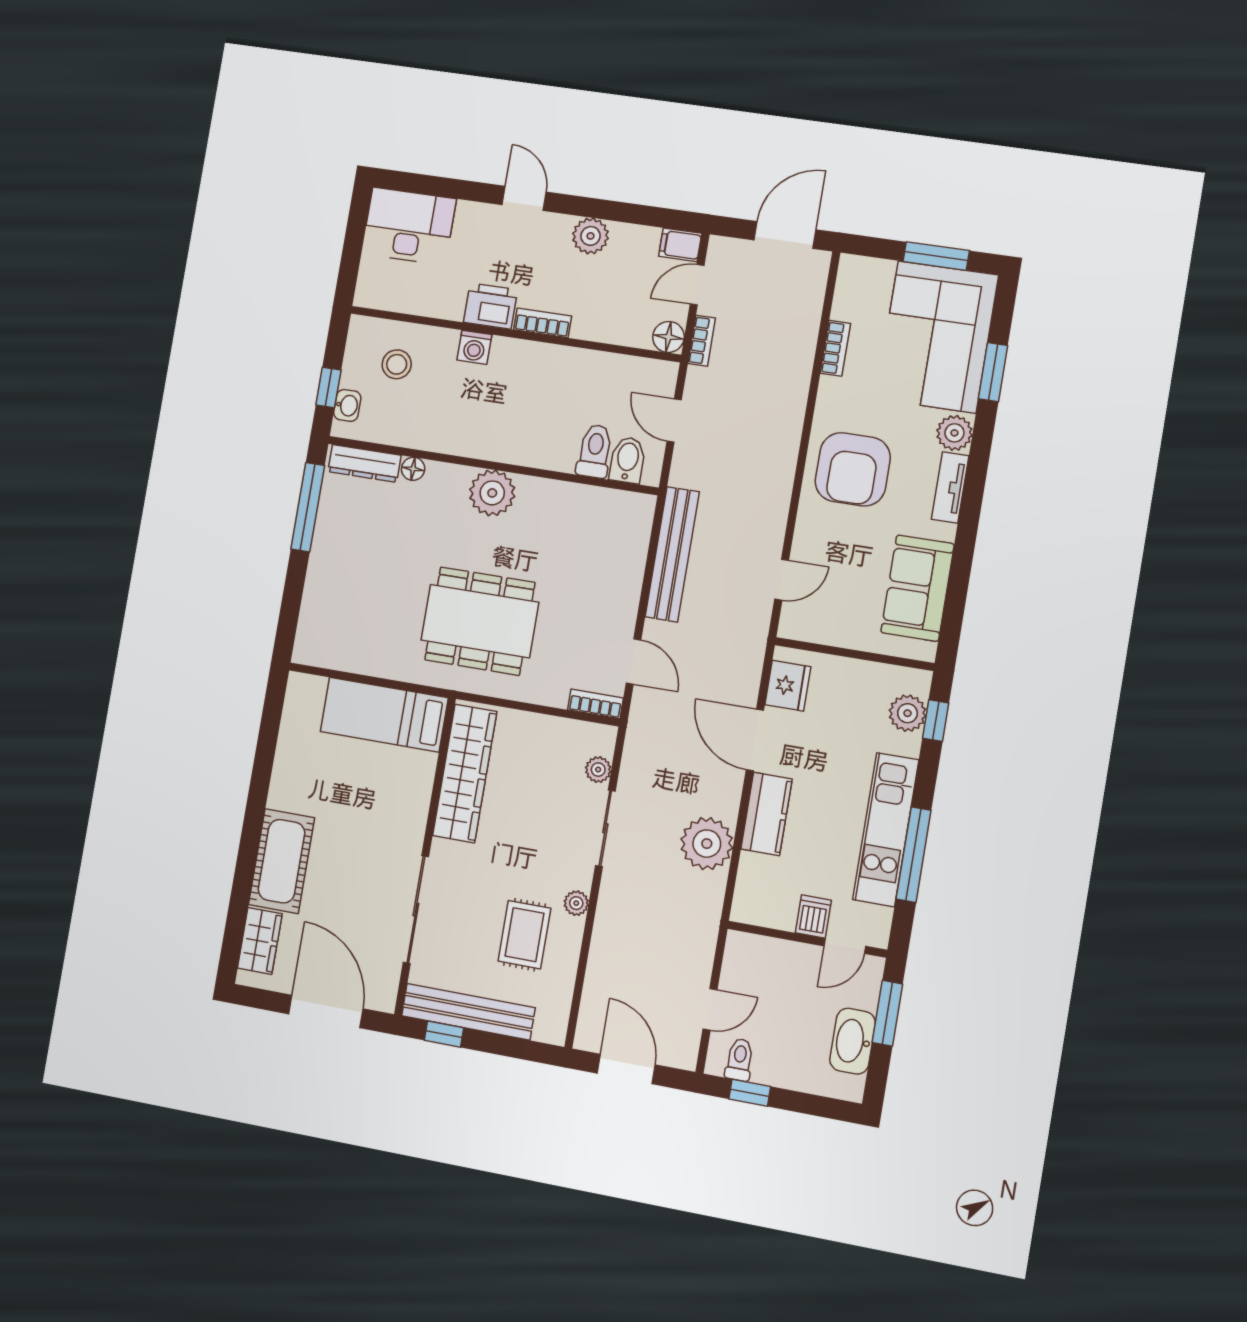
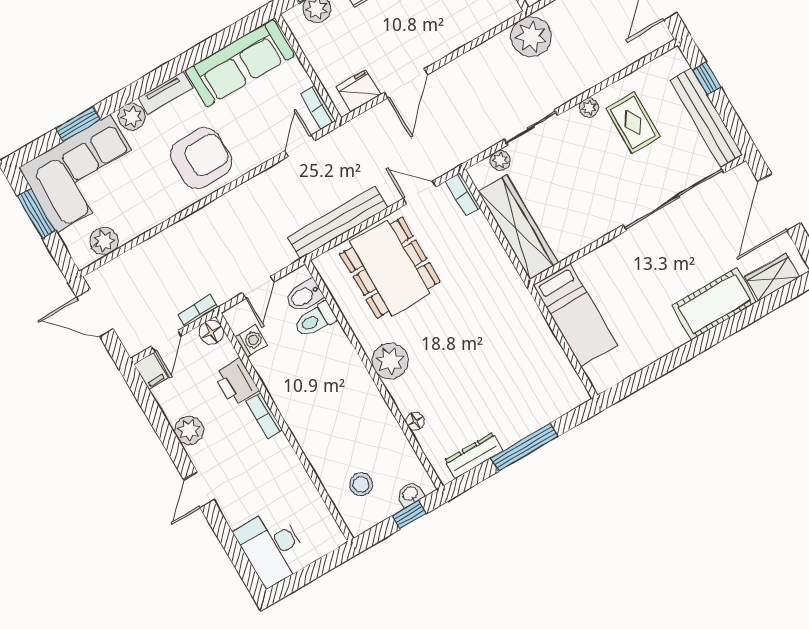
door: (697, 285) -> (167, 341), hinge flipped
plant: (851, 302) -> (104, 241), added
printer: (491, 306) -> (236, 383), moved
washing machine: (474, 347) -> (251, 341), moved
bookcase: (835, 348) -> (318, 107), moved, turned -90
dresser: (364, 463) -> (474, 455), moved, turned -90
window: (308, 507) -> (524, 447), moved
door: (782, 580) -> (300, 146), hinge flipped
sofa: (917, 588) -> (240, 63), width x1.36
dining table: (480, 621) -> (390, 268), moved
door: (634, 661) -> (420, 193), hinge flipped
wardrobe: (465, 774) -> (518, 227), moved, turned 90
kitchen counter: (766, 814) -> (443, 41), removed
plant: (707, 844) -> (531, 37), moved
sliding door: (416, 910) -> (674, 199), width x1.36
rug: (524, 935) -> (633, 123), turned 90
window: (444, 1034) -> (707, 79), moved

